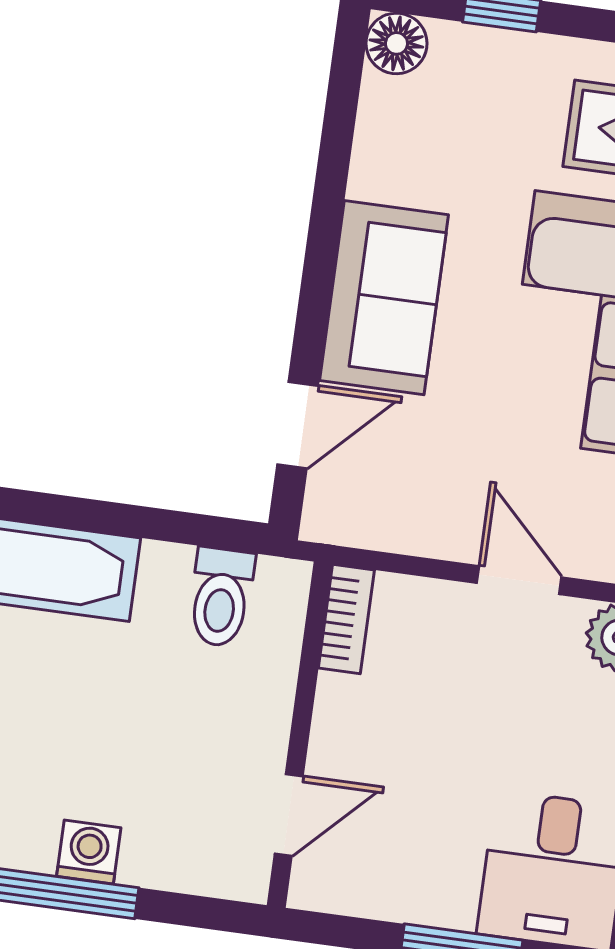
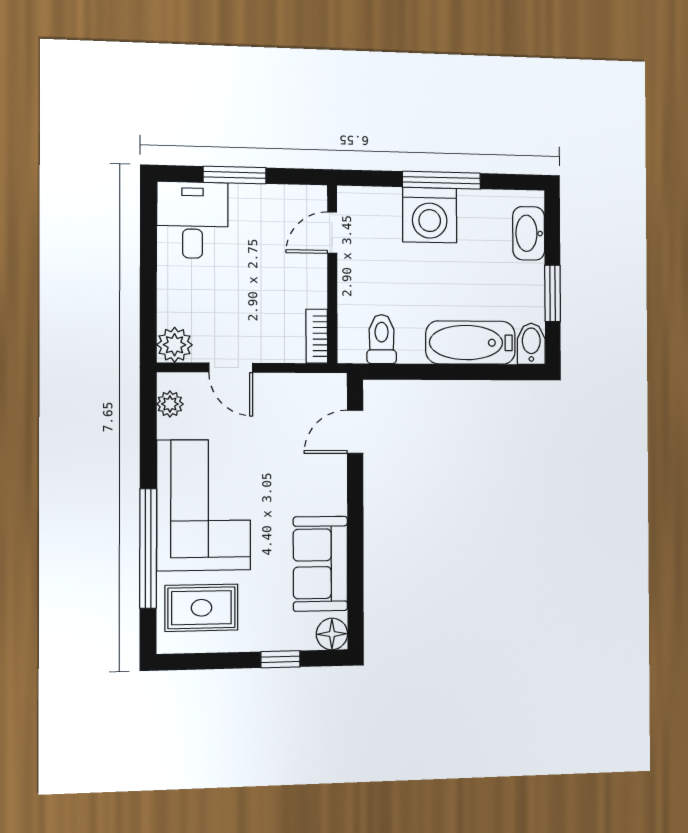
sofa: (384, 298) -> (320, 564), moved
washing machine: (89, 852) -> (430, 215), width x1.89, depth x1.89

